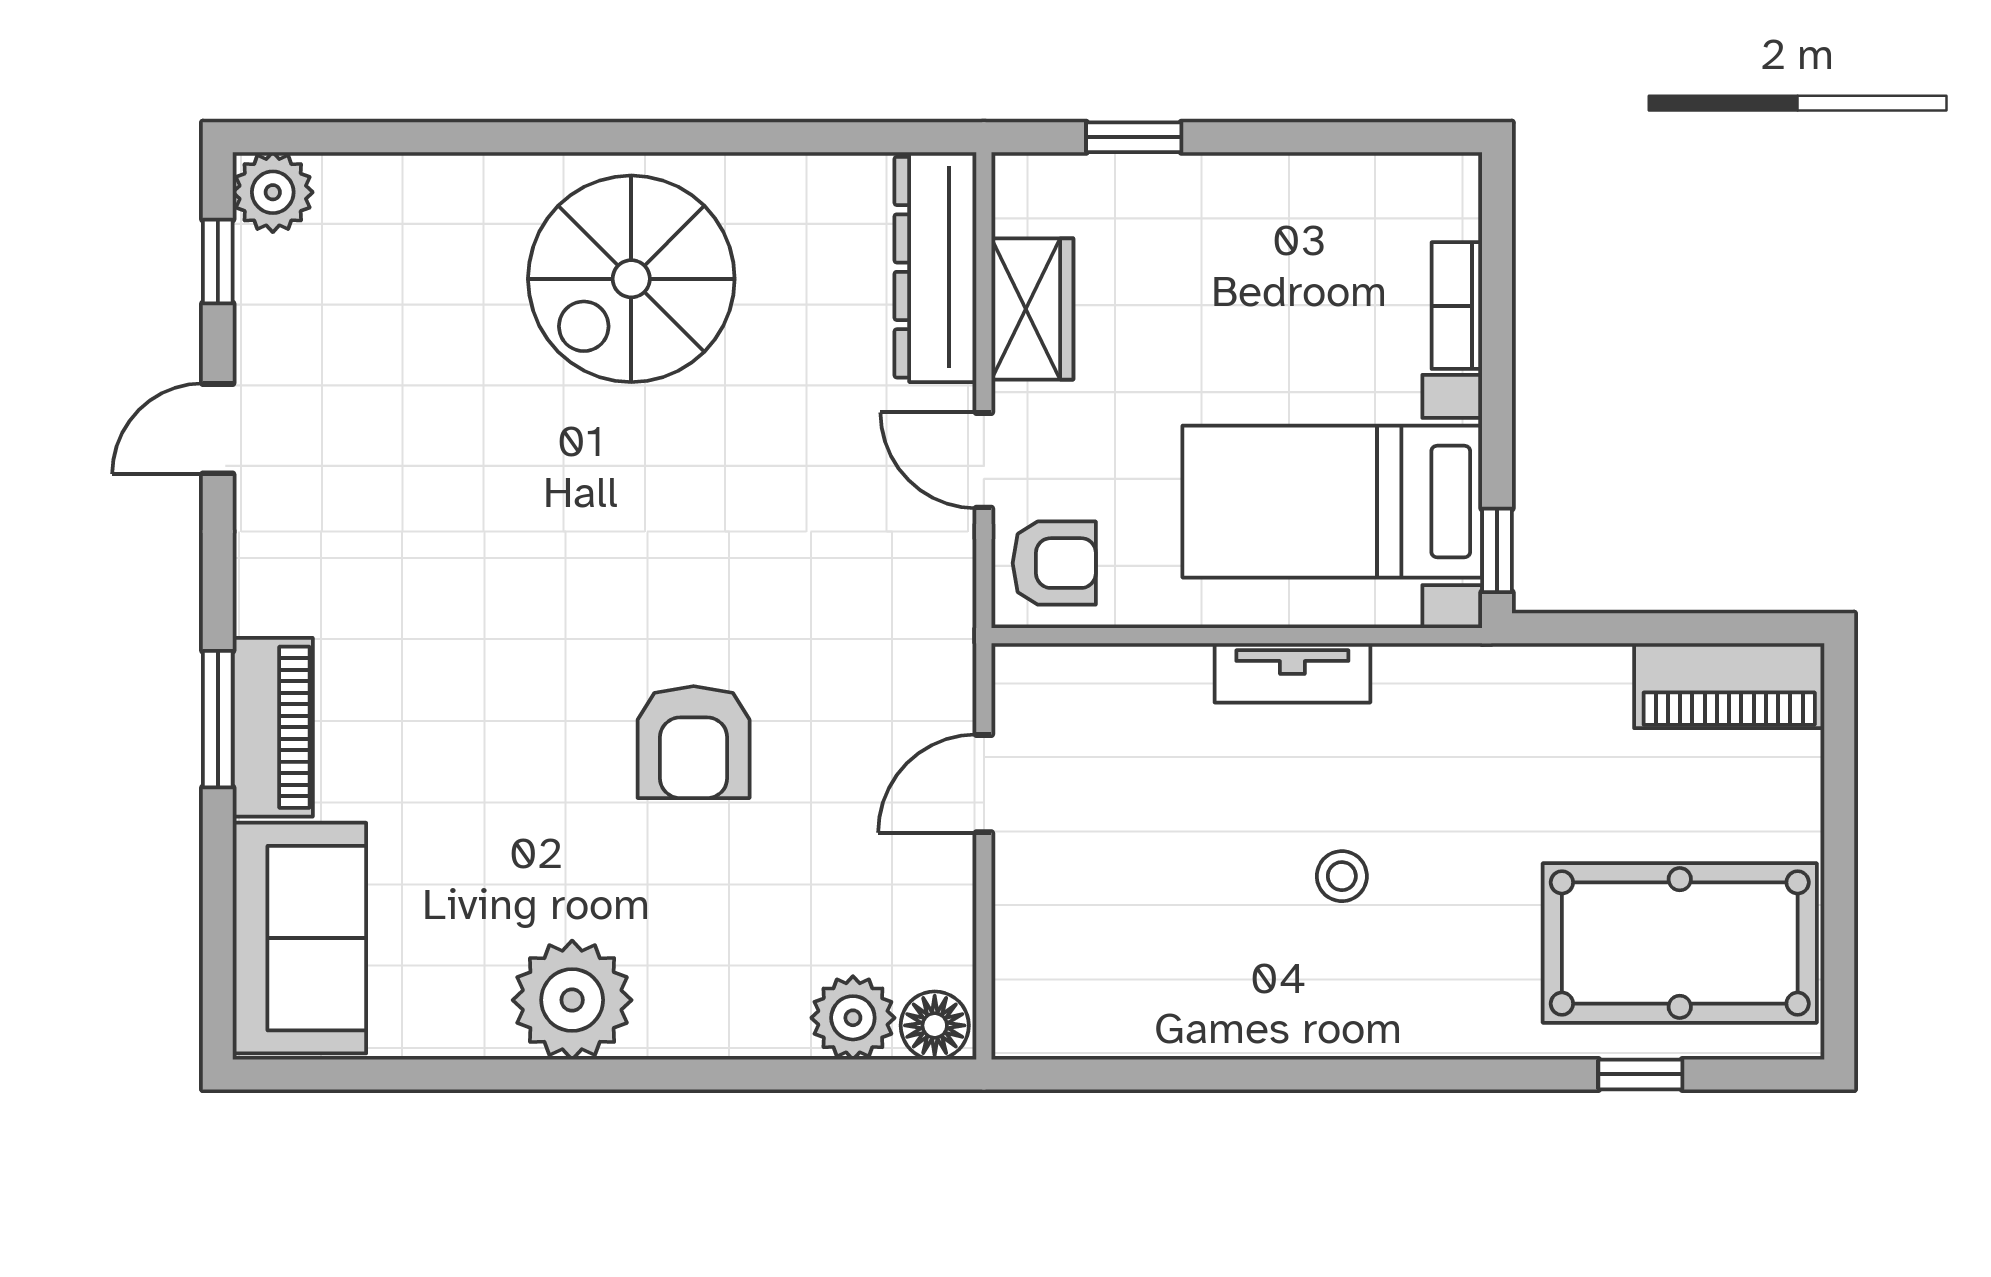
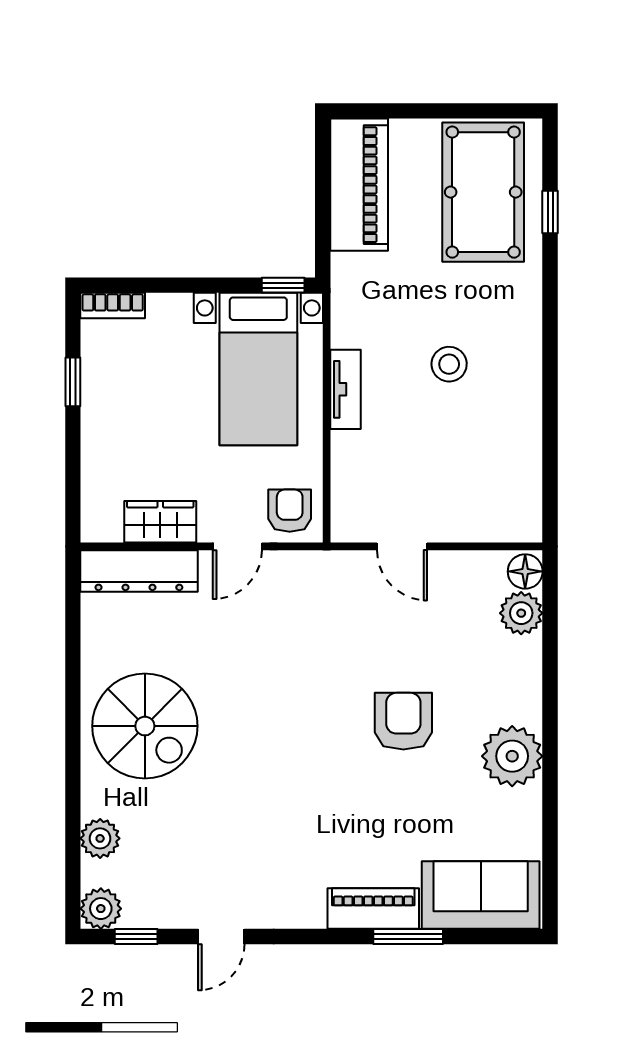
window: (1134, 137) -> (73, 382), moved
plant: (411, 191) -> (100, 838), added
bookcase: (1457, 306) -> (113, 306), moved
door: (218, 429) -> (221, 937), hinge flipped
piano: (1729, 686) -> (359, 185), width x1.37, depth x1.33
window: (218, 719) -> (408, 937), moved
armchair: (694, 742) -> (403, 721), moved, turned -90
stool: (1342, 876) -> (449, 364), width x1.37, depth x1.37

